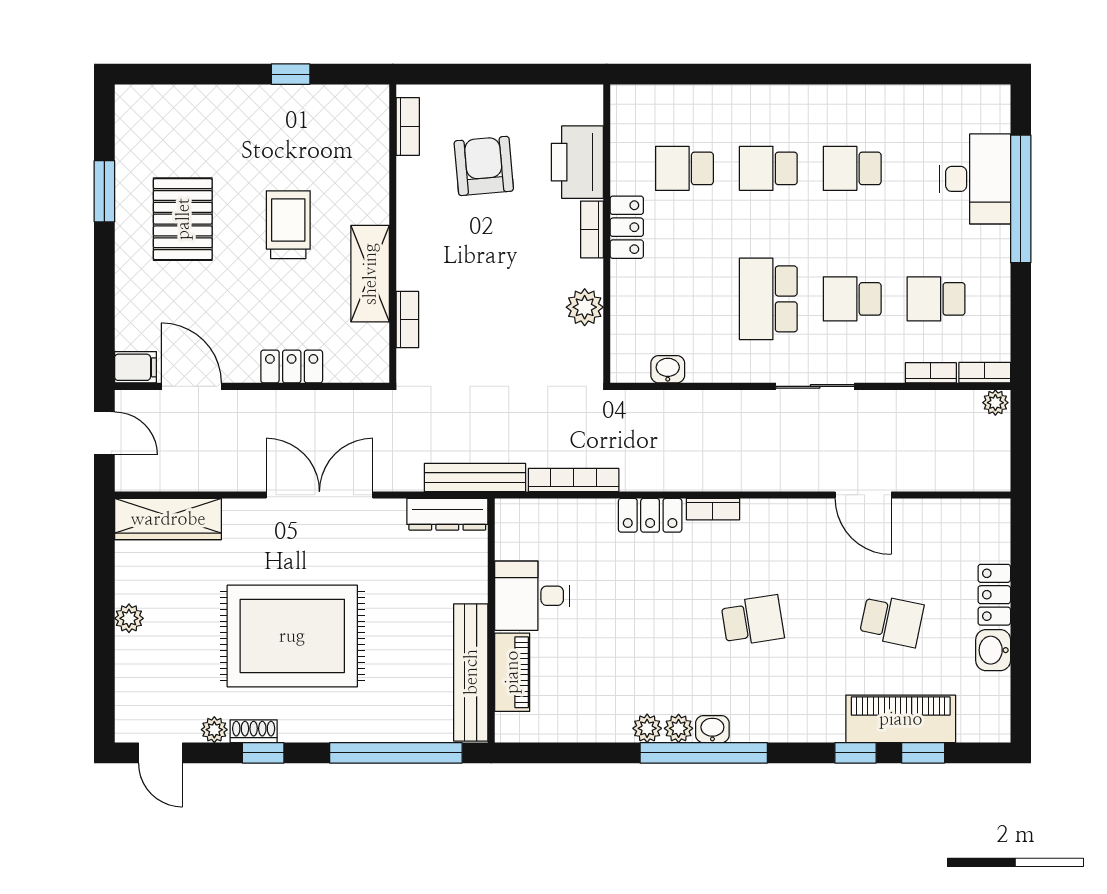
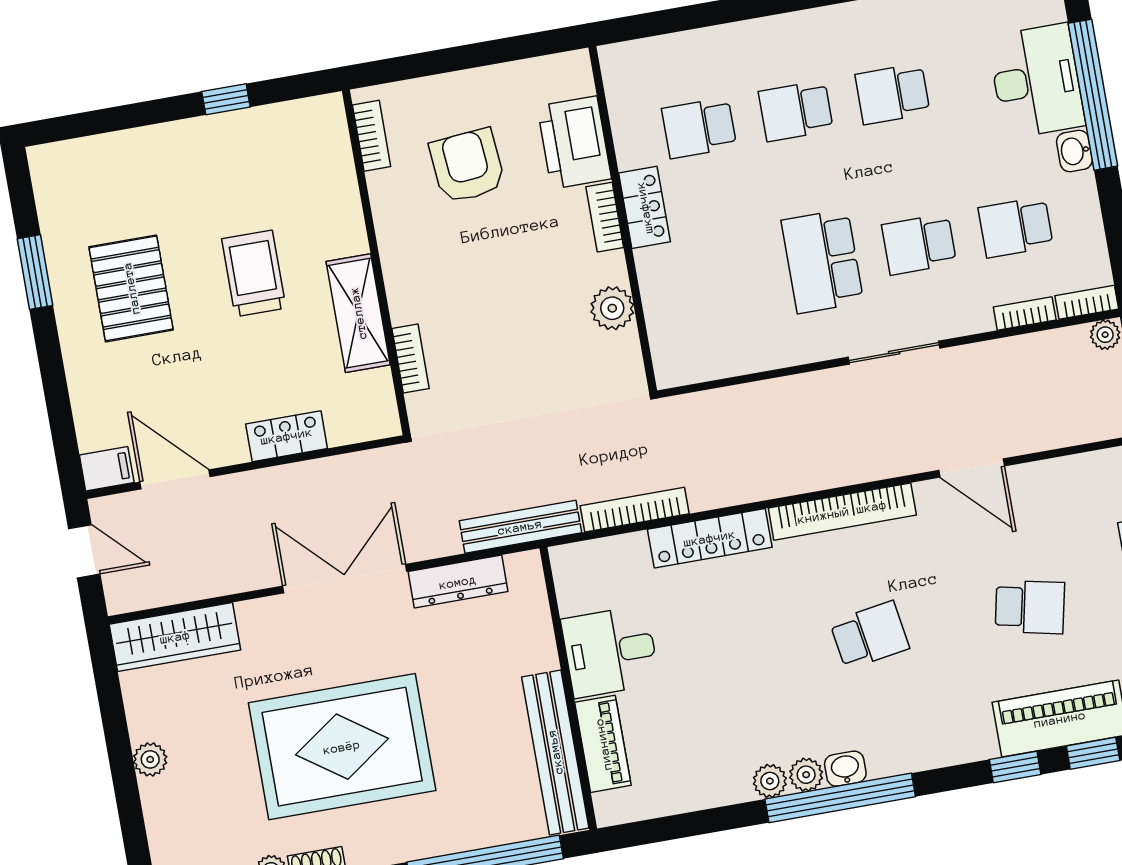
washbasin: (668, 369) -> (1074, 151), moved, turned -90
bookcase: (713, 509) -> (842, 512), width x2.31, depth x1.31
dresser: (447, 514) -> (458, 582), moved
locker: (650, 515) -> (710, 538), width x1.53

